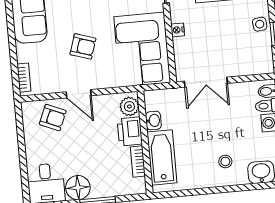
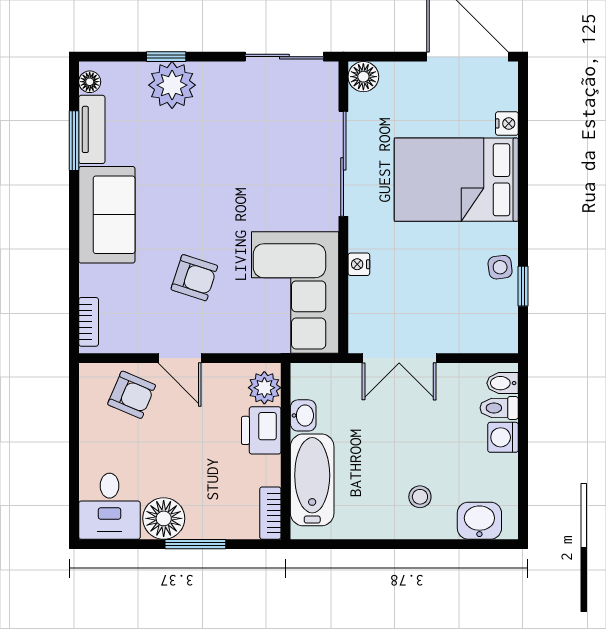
bookcase: (138, 161) -> (270, 513), moved

